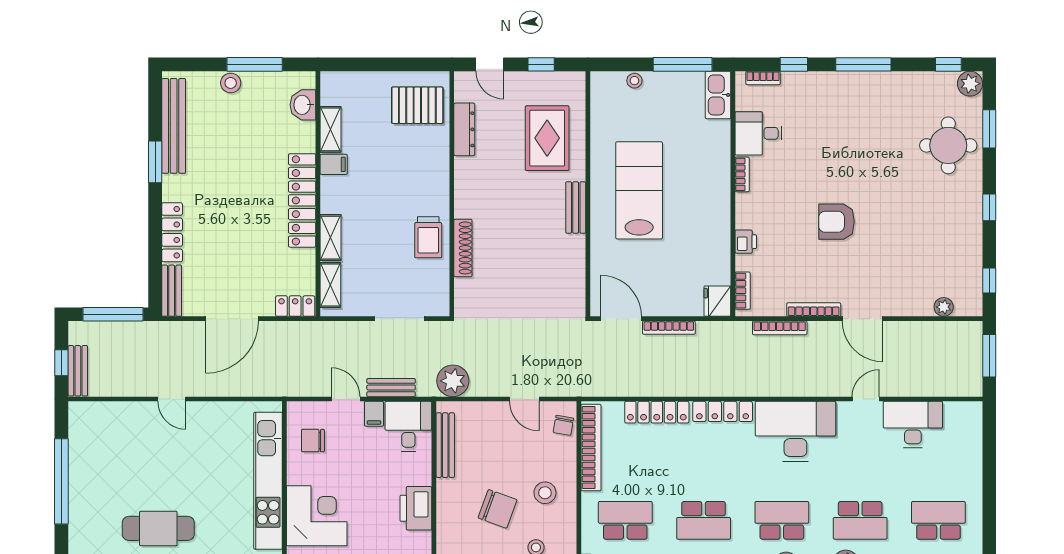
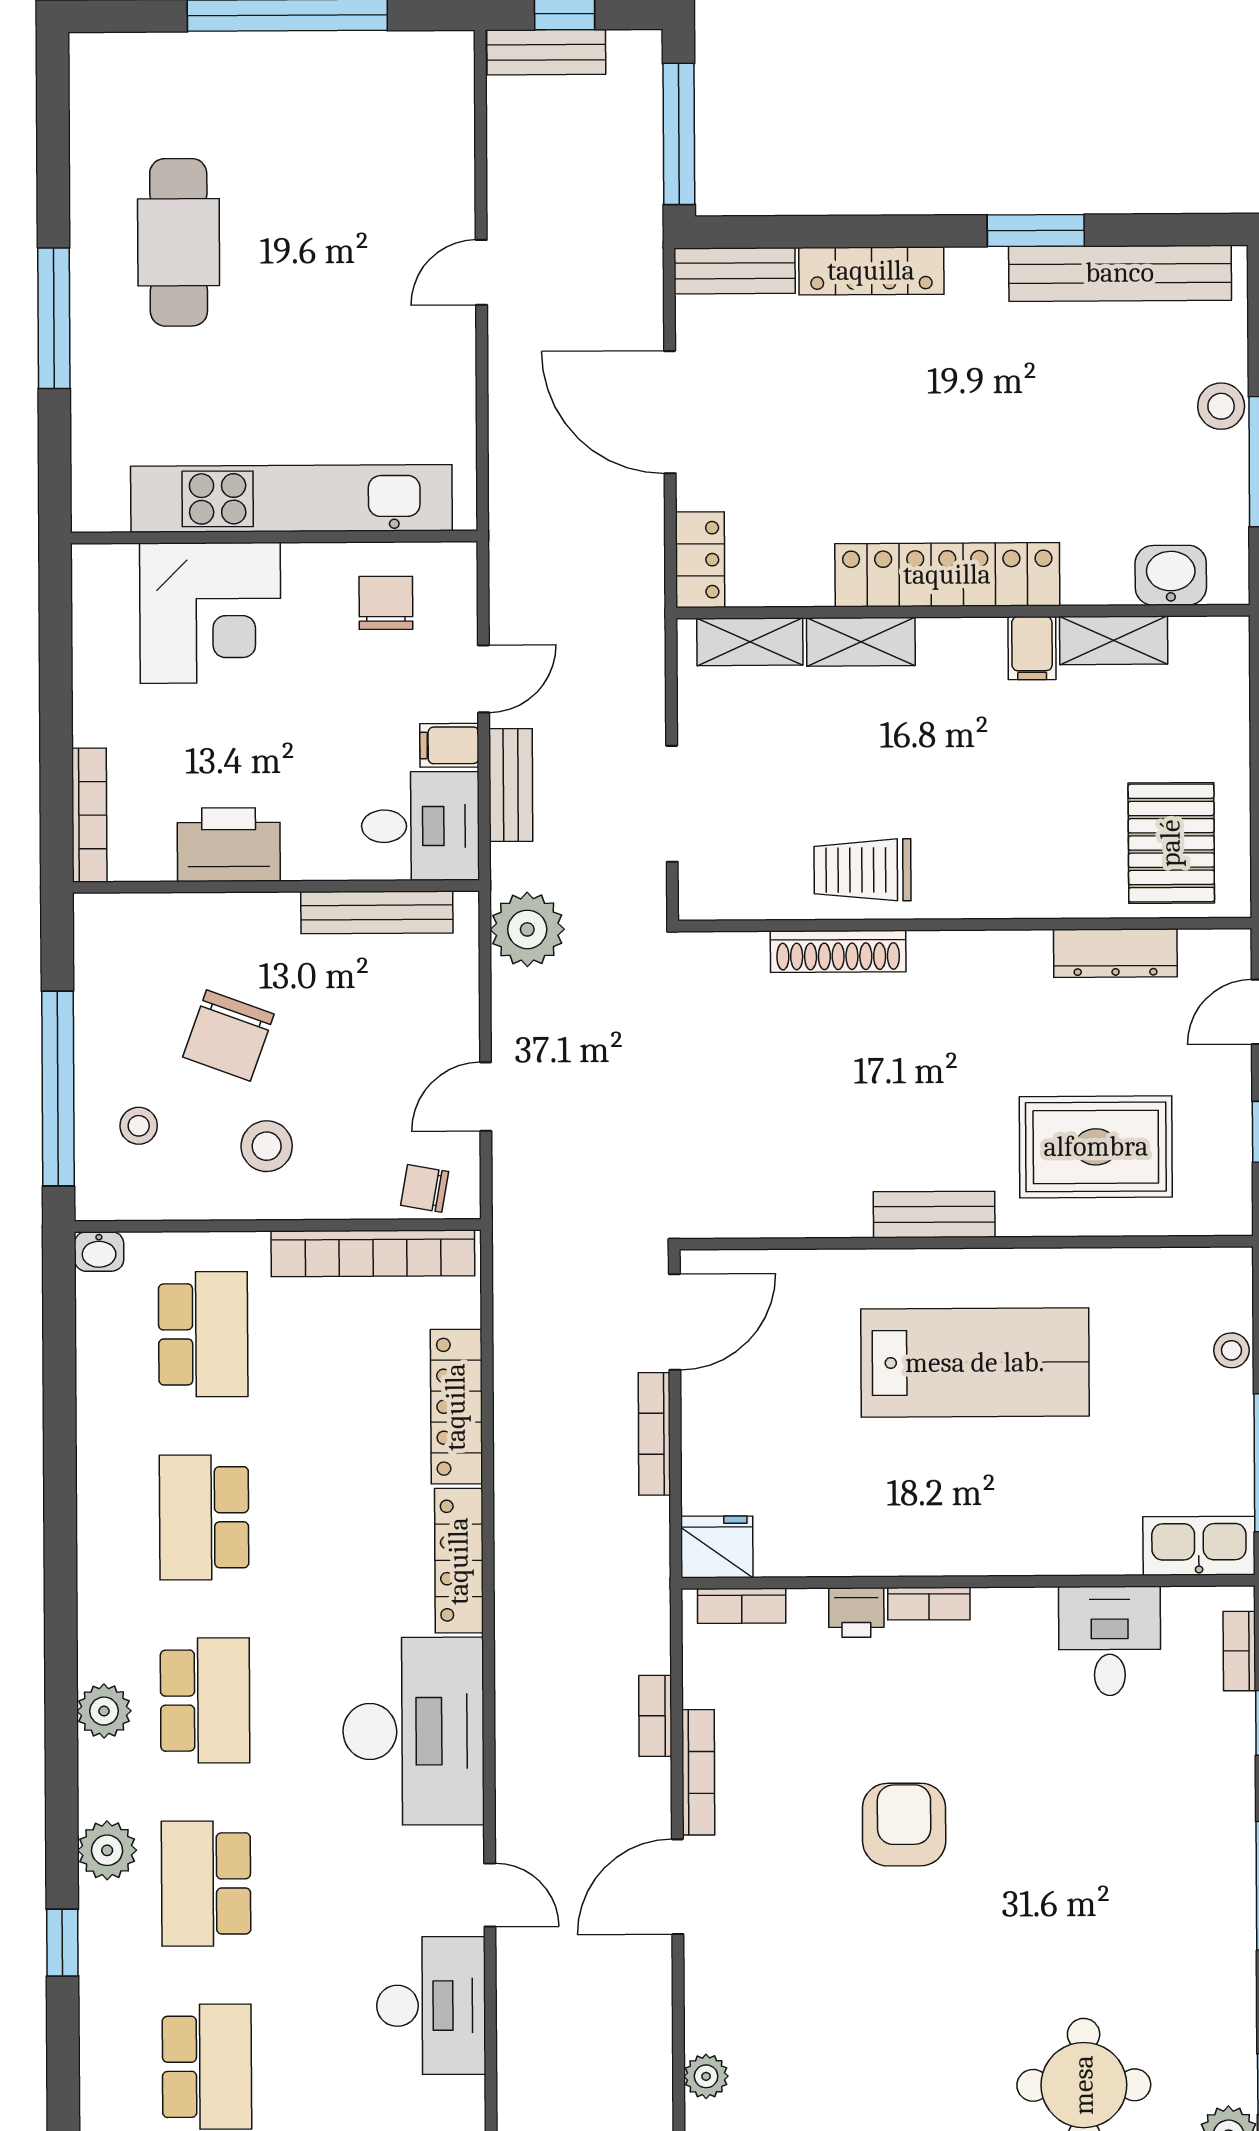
bookcase: (742, 174) -> (929, 1604), moved
bookcase: (780, 328) -> (655, 1716), width x0.64

